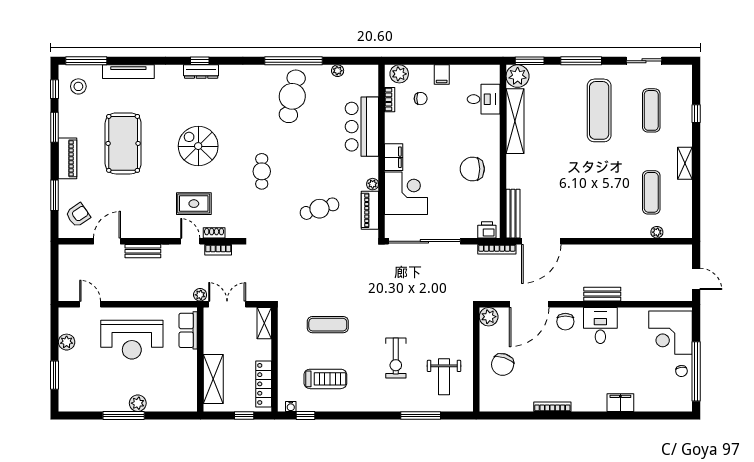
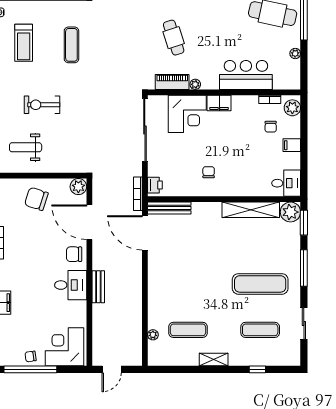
desk: (484, 99) -> (286, 183), moved, turned -90
chair: (472, 169) -> (209, 172), width x0.54, depth x0.54

